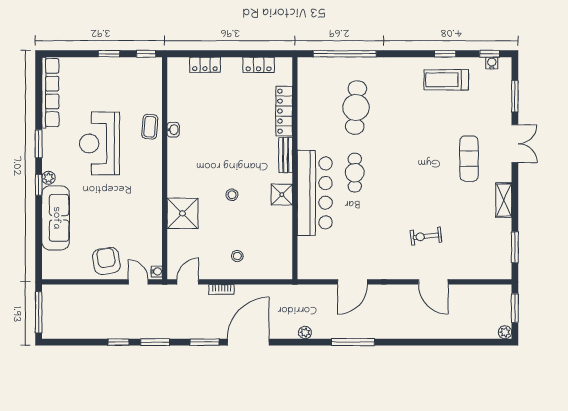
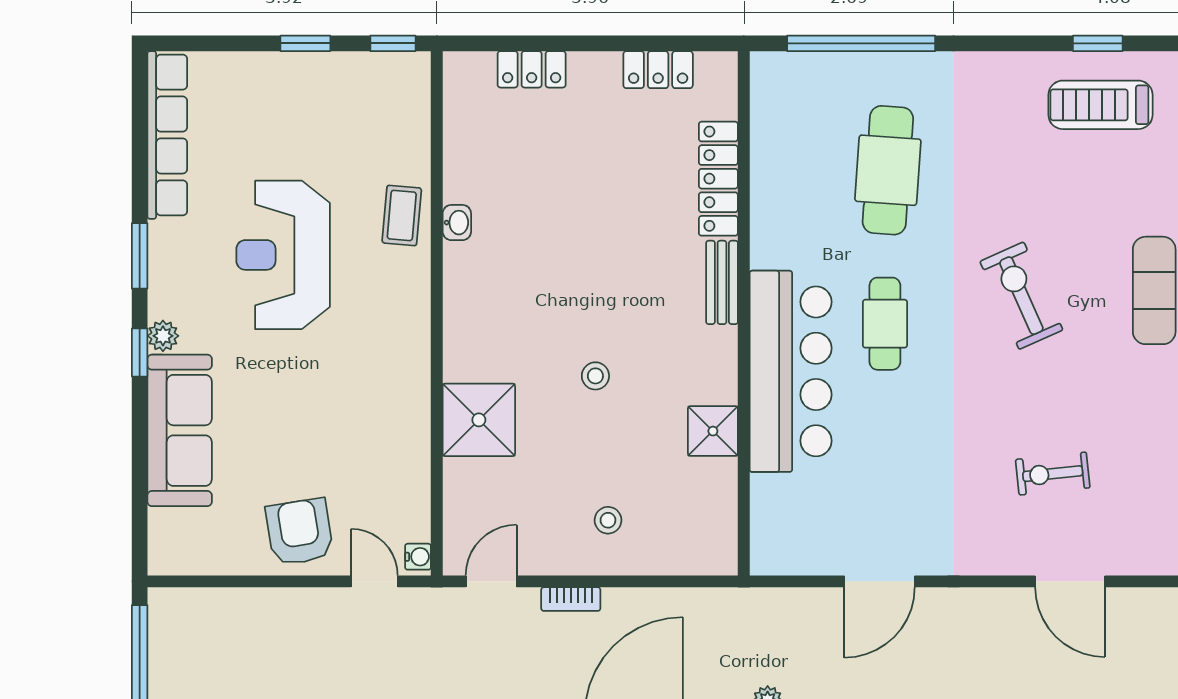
exercise bike: (413, 161) -> (1021, 296), added
shower: (282, 195) -> (713, 431), moved

